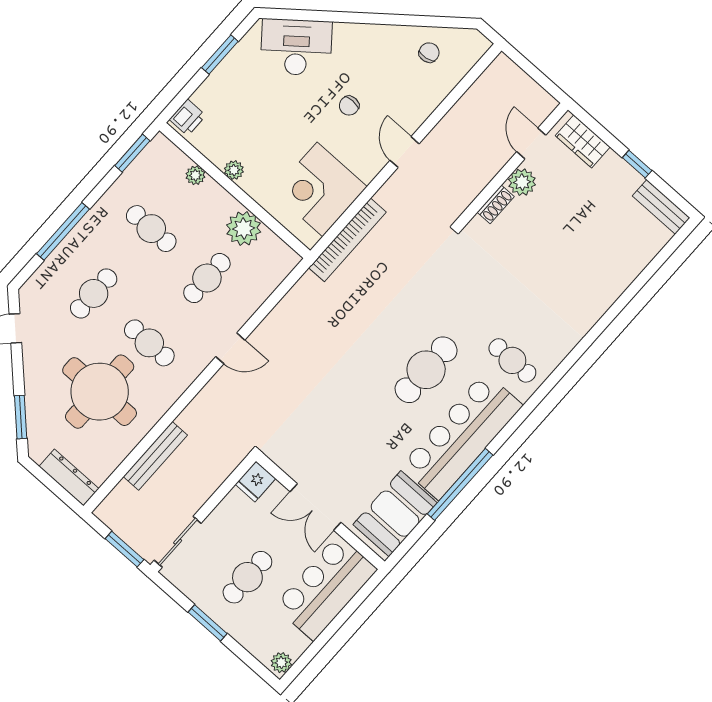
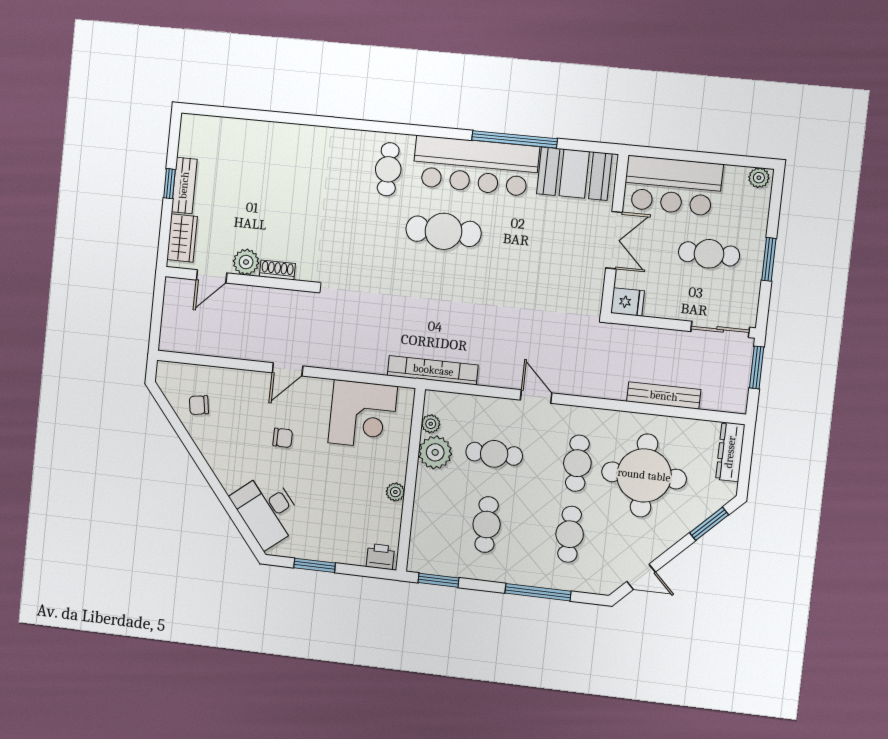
plant: (195, 175) -> (431, 424), moved
bench: (661, 207) -> (184, 185), moved
bookcase: (347, 240) -> (433, 370), moved
cafe table: (94, 293) -> (570, 534), turned 90

